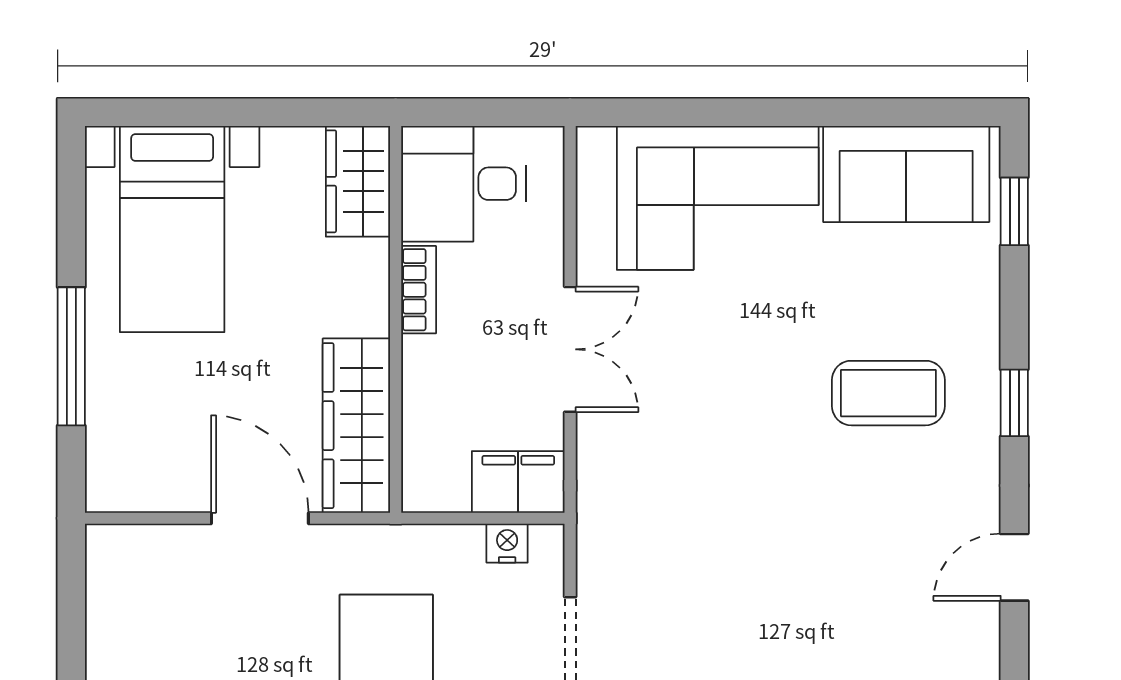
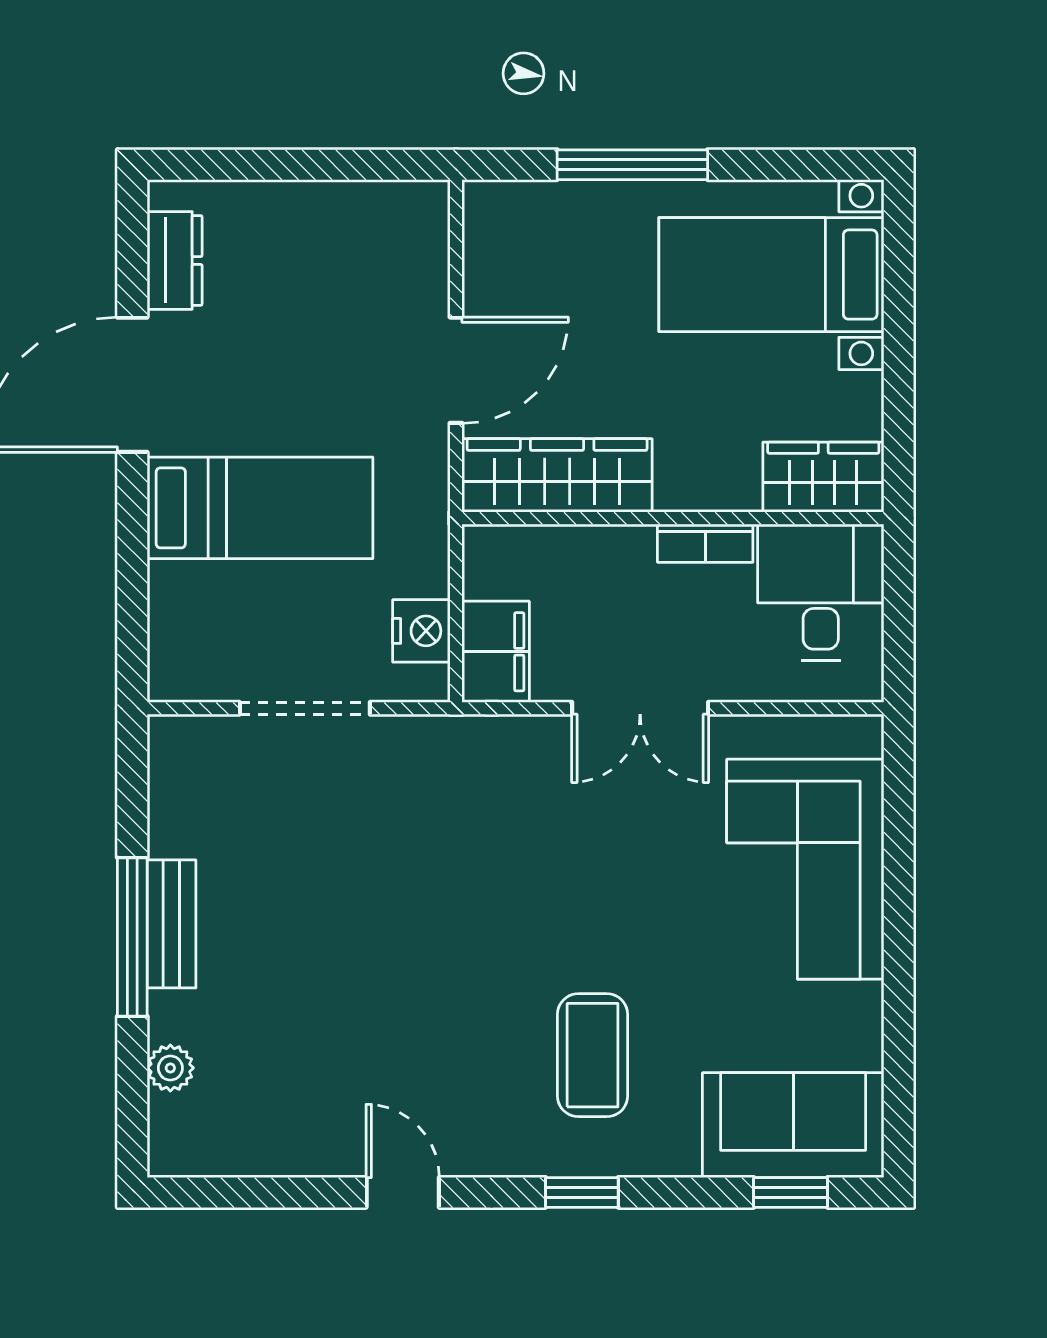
sofa: (906, 174) -> (793, 1125), moved, turned 90
nightstand: (507, 543) -> (421, 631), width x1.39, depth x1.35

